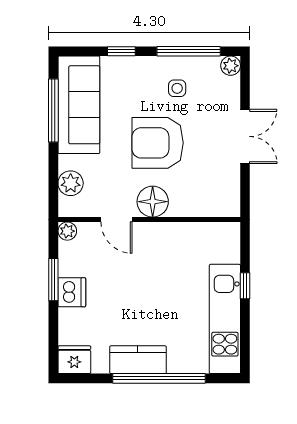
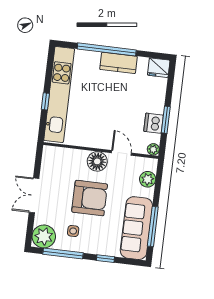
plant: (231, 66) -> (44, 236), width x1.88, depth x1.88
dishwasher: (72, 292) -> (154, 123), moved
kitchen unit: (225, 319) -> (59, 94), width x1.36

